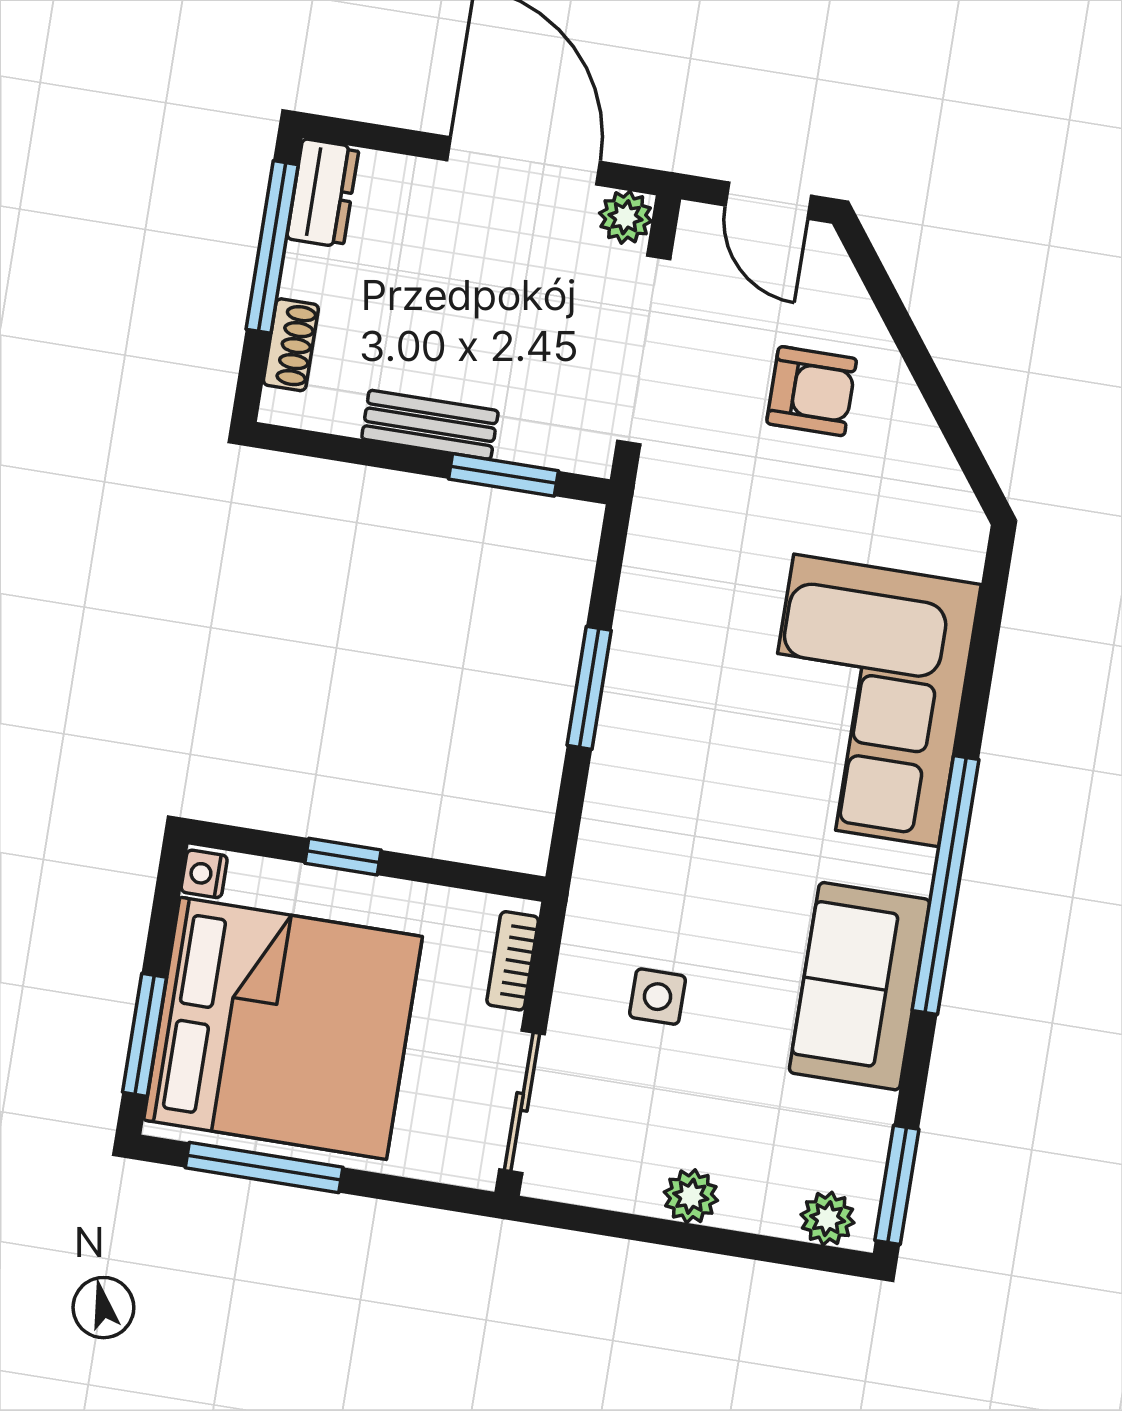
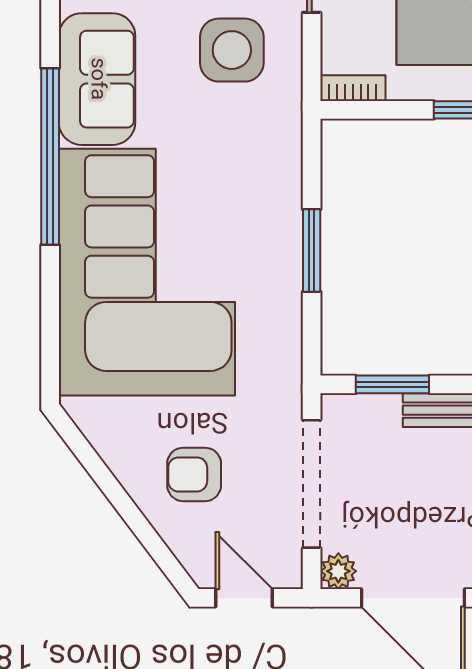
corner sofa: (866, 700) -> (147, 272), width x1.36, depth x1.36
bookcase: (513, 961) -> (353, 88), moved, turned -90
side table: (658, 997) -> (232, 50), width x1.87, depth x1.87

